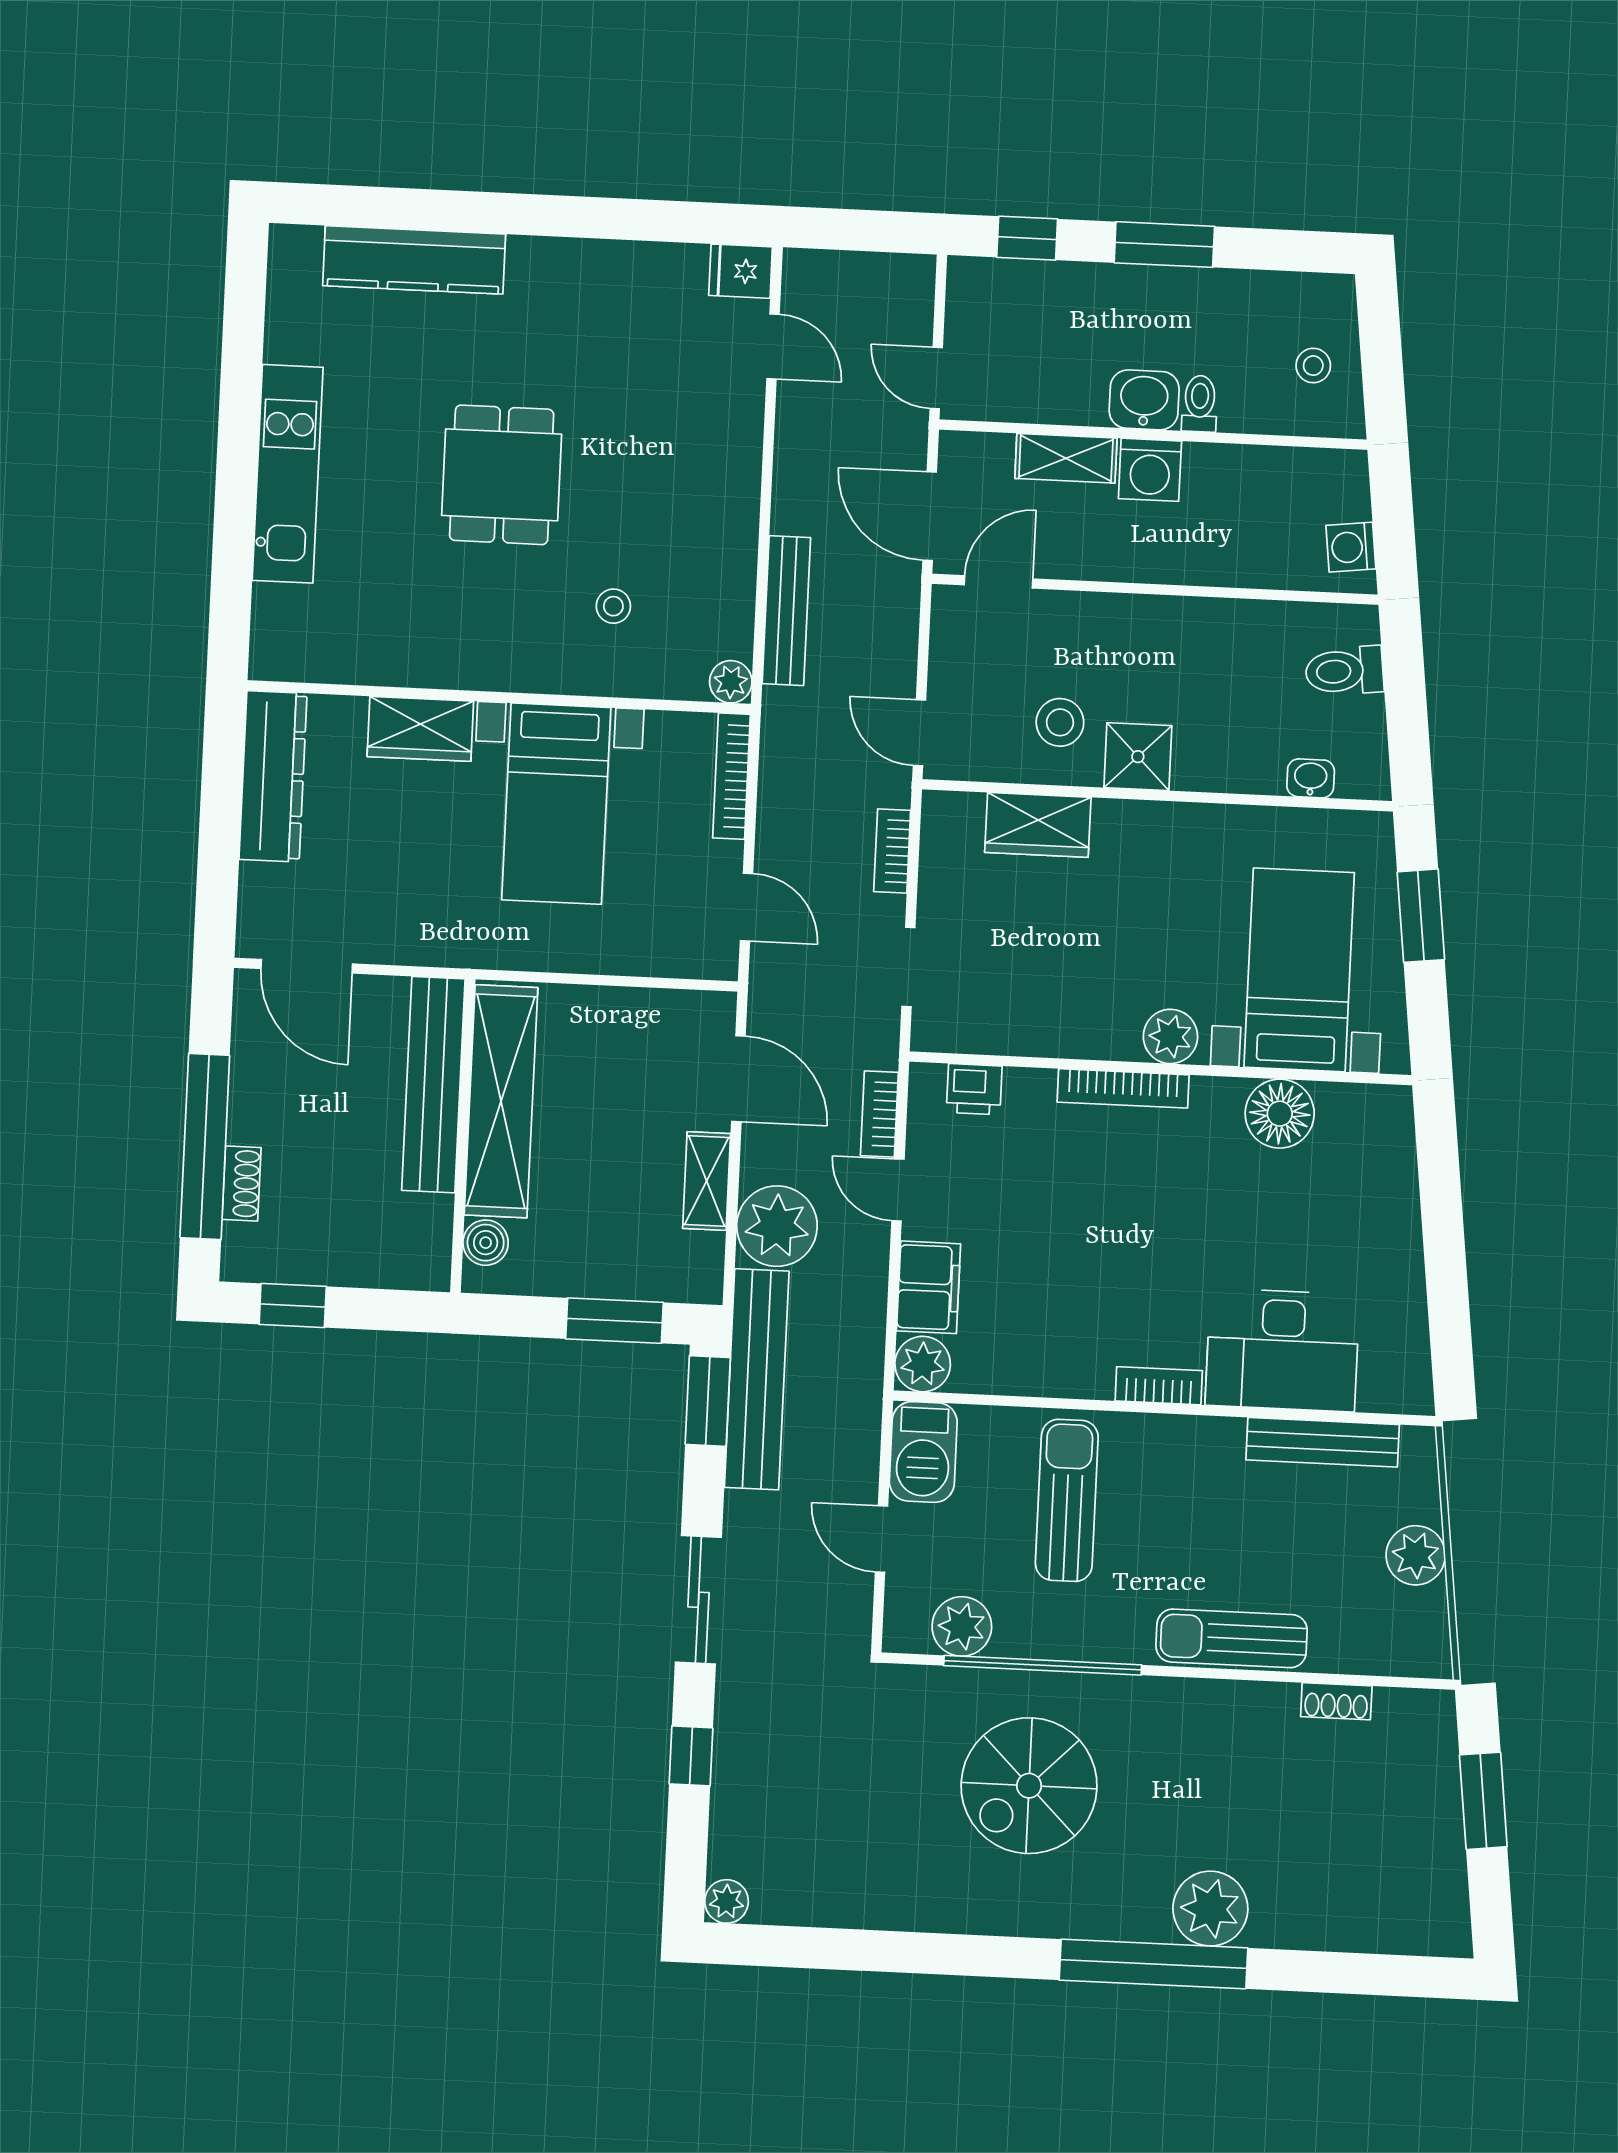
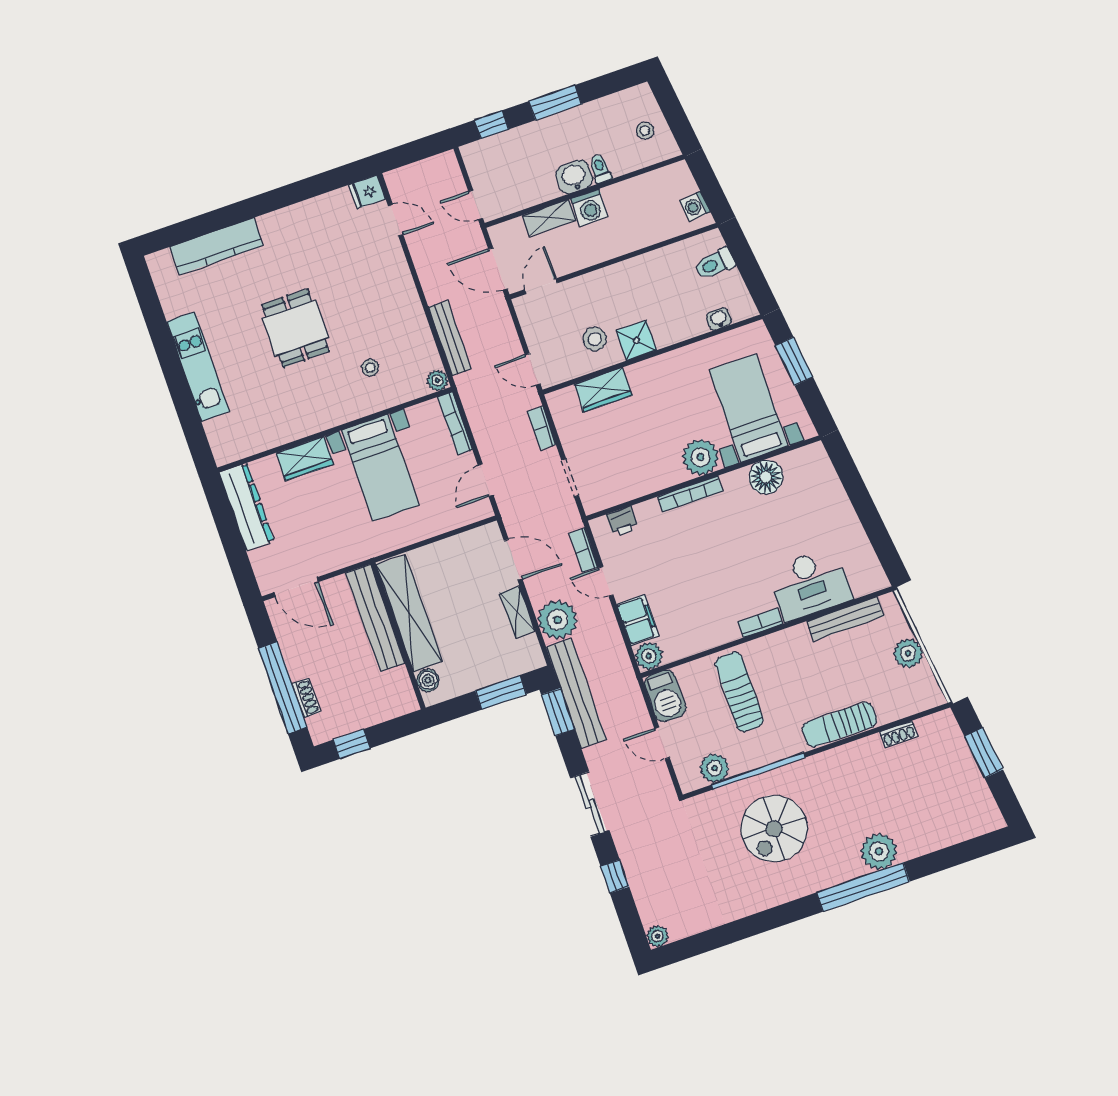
door: (747, 907) -> (486, 480), swing flipped
plant: (1170, 1036) -> (700, 457), width x1.36, depth x1.36

